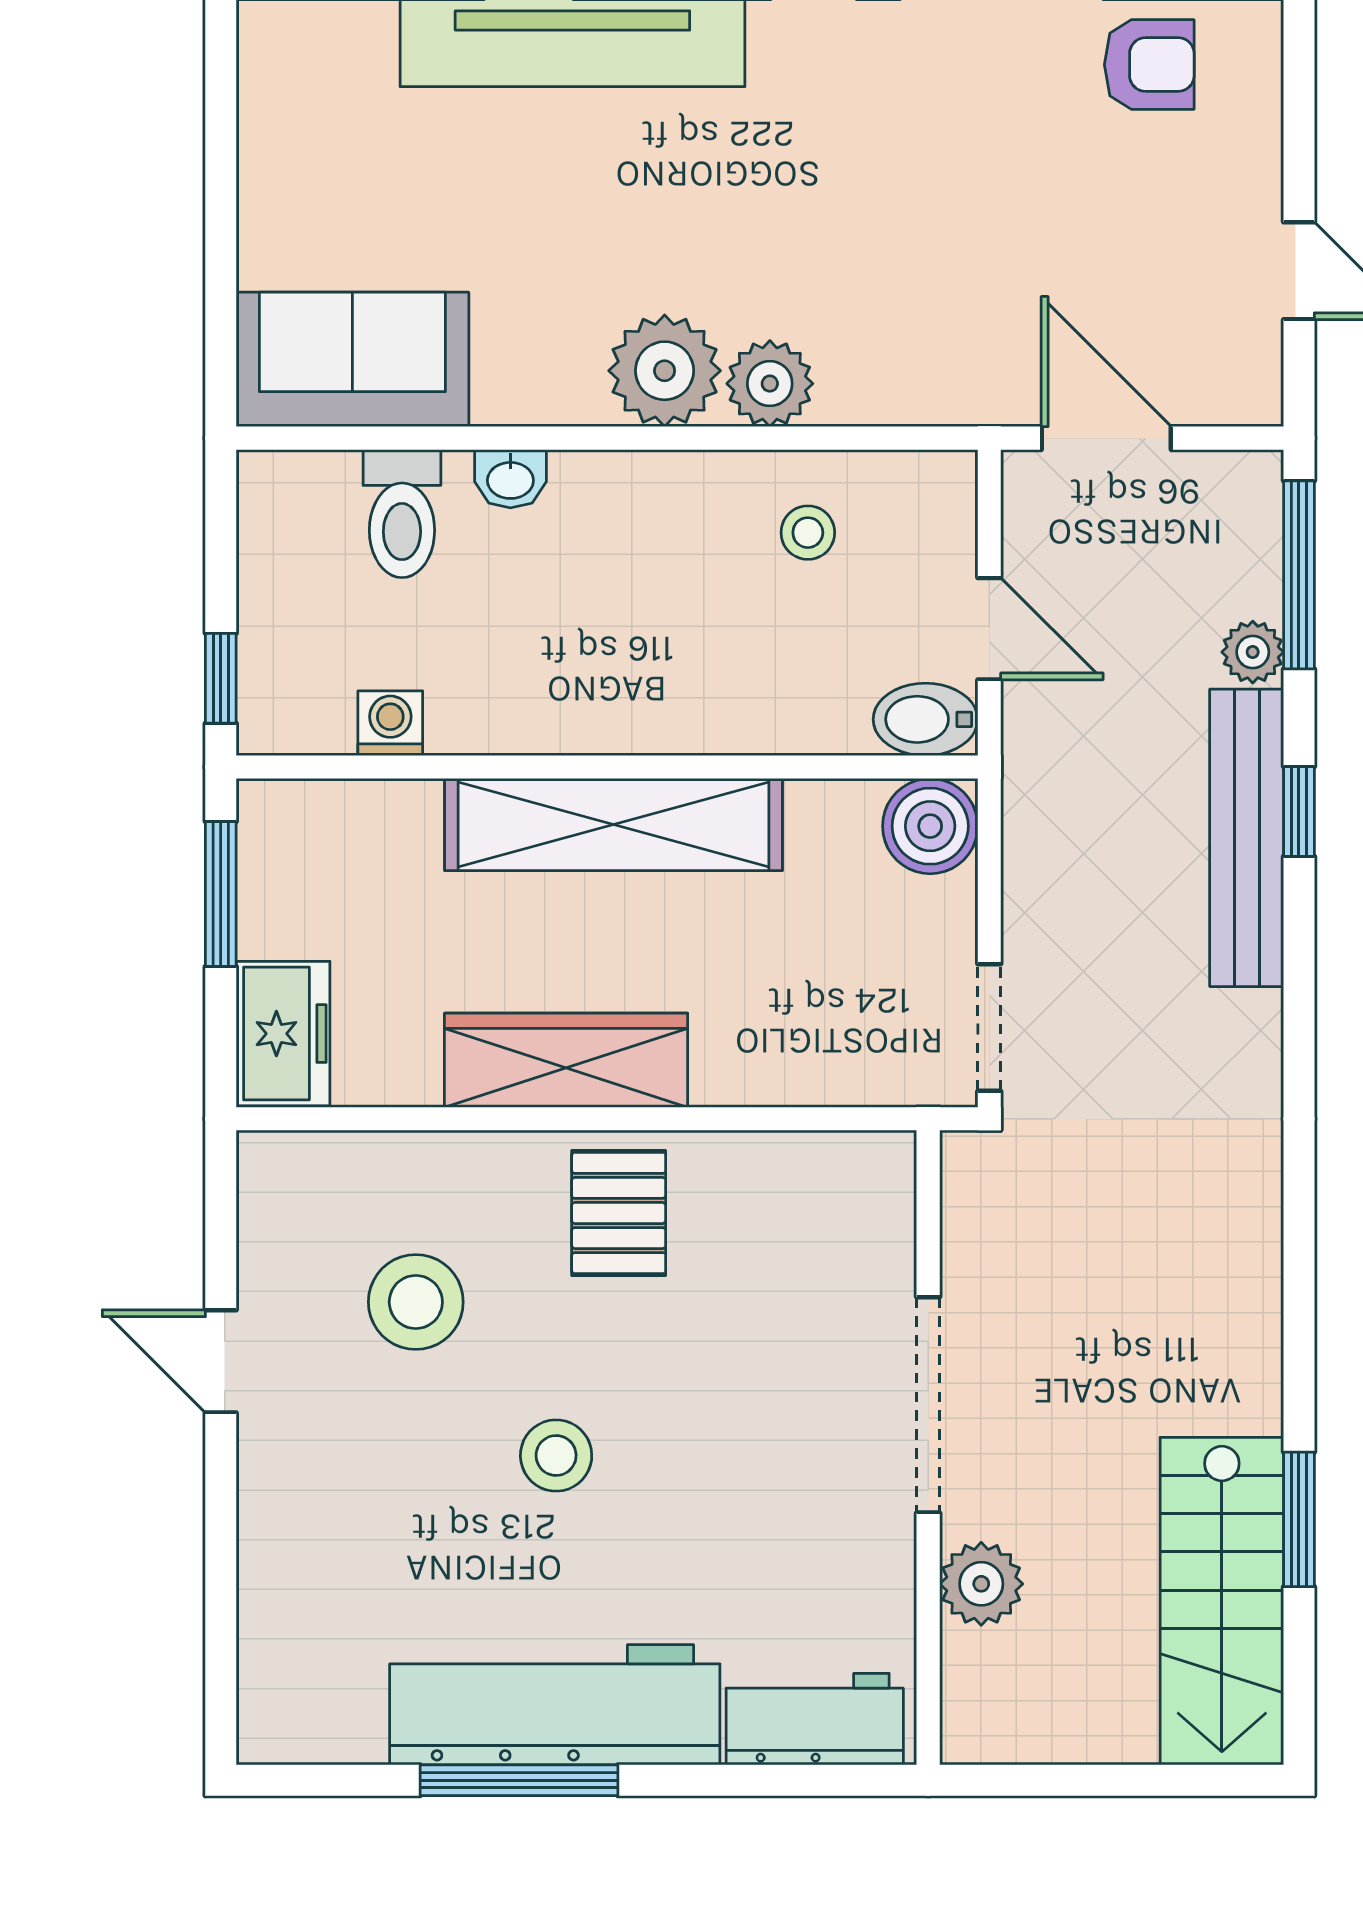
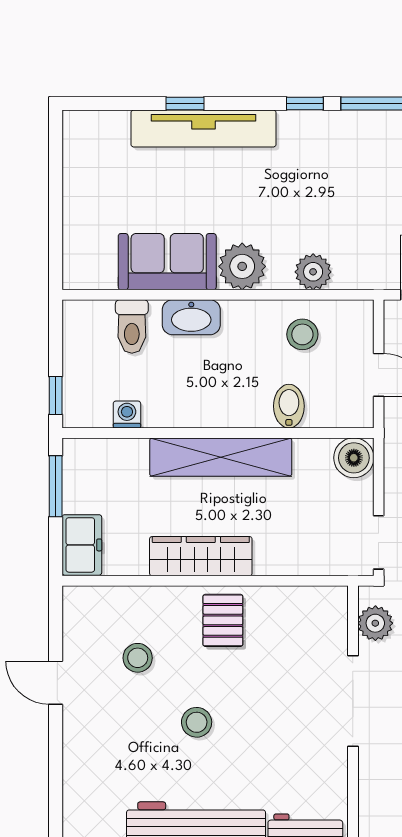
sofa: (352, 359) -> (167, 262), moved
plant: (770, 384) -> (313, 272), moved
washbasin: (510, 479) -> (191, 317), width x1.91, depth x1.45
stool: (808, 533) -> (302, 334), width x1.37, depth x1.37
bidet: (925, 719) -> (289, 406), moved, turned 90
stool: (416, 1302) -> (138, 658), width x0.73, depth x0.73
plant: (981, 1584) -> (375, 623), moved

